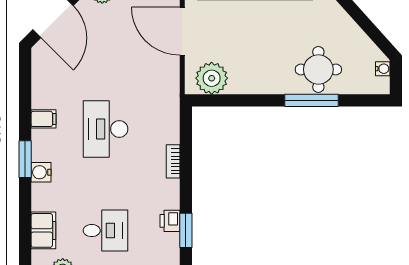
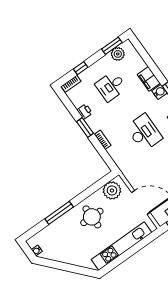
round table: (318, 69) -> (92, 217), moved
filing cabinet: (43, 230) -> (149, 79), moved
window: (186, 230) -> (85, 128), moved

